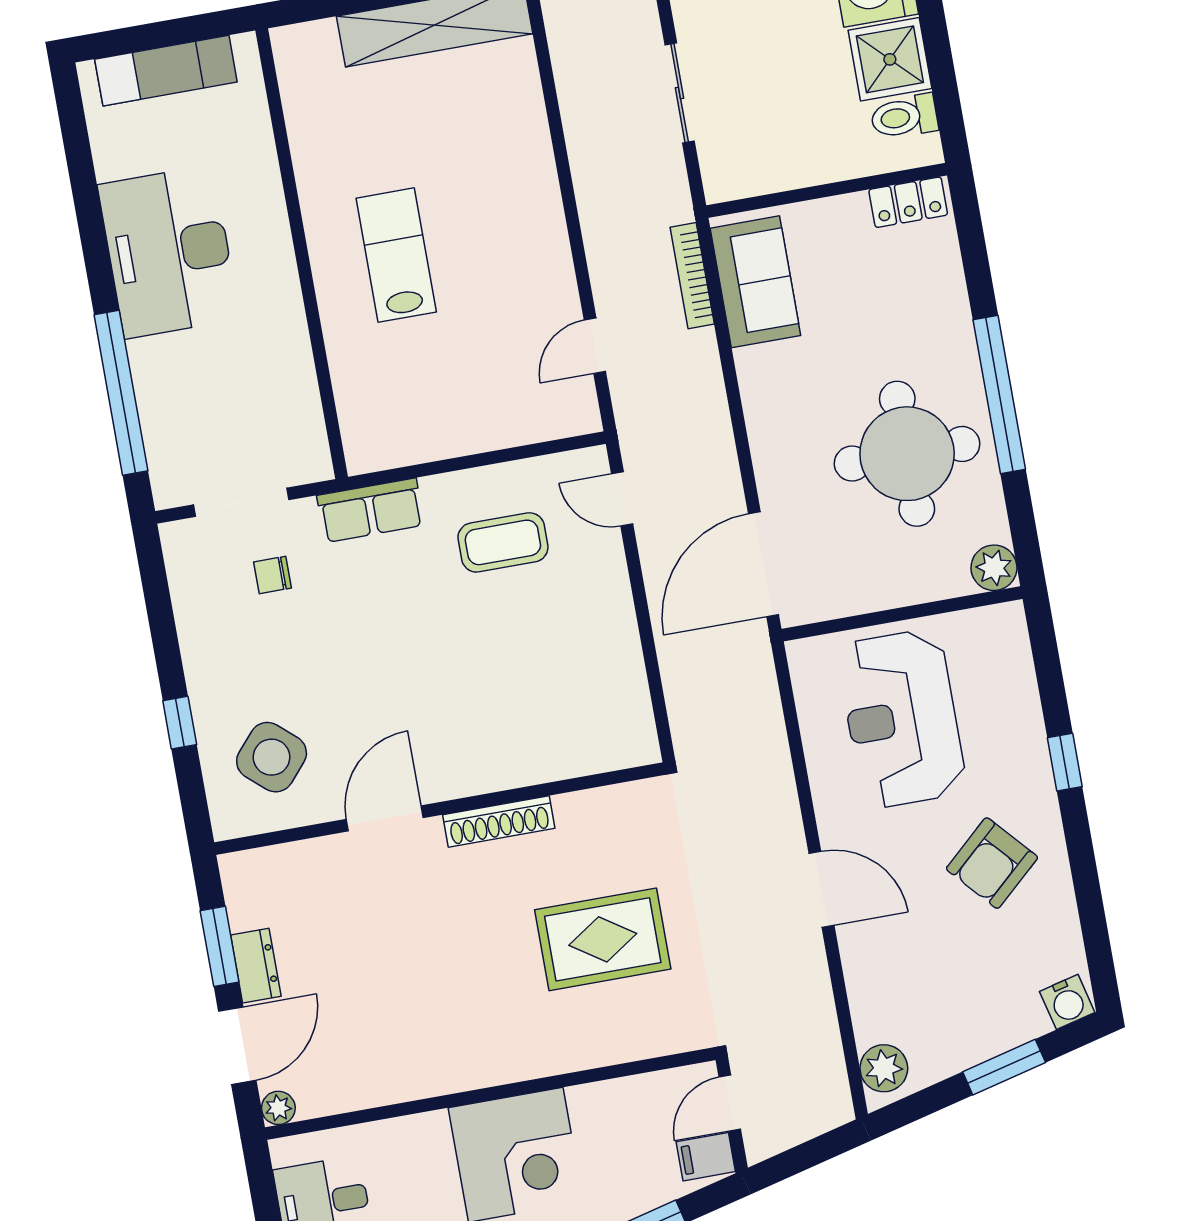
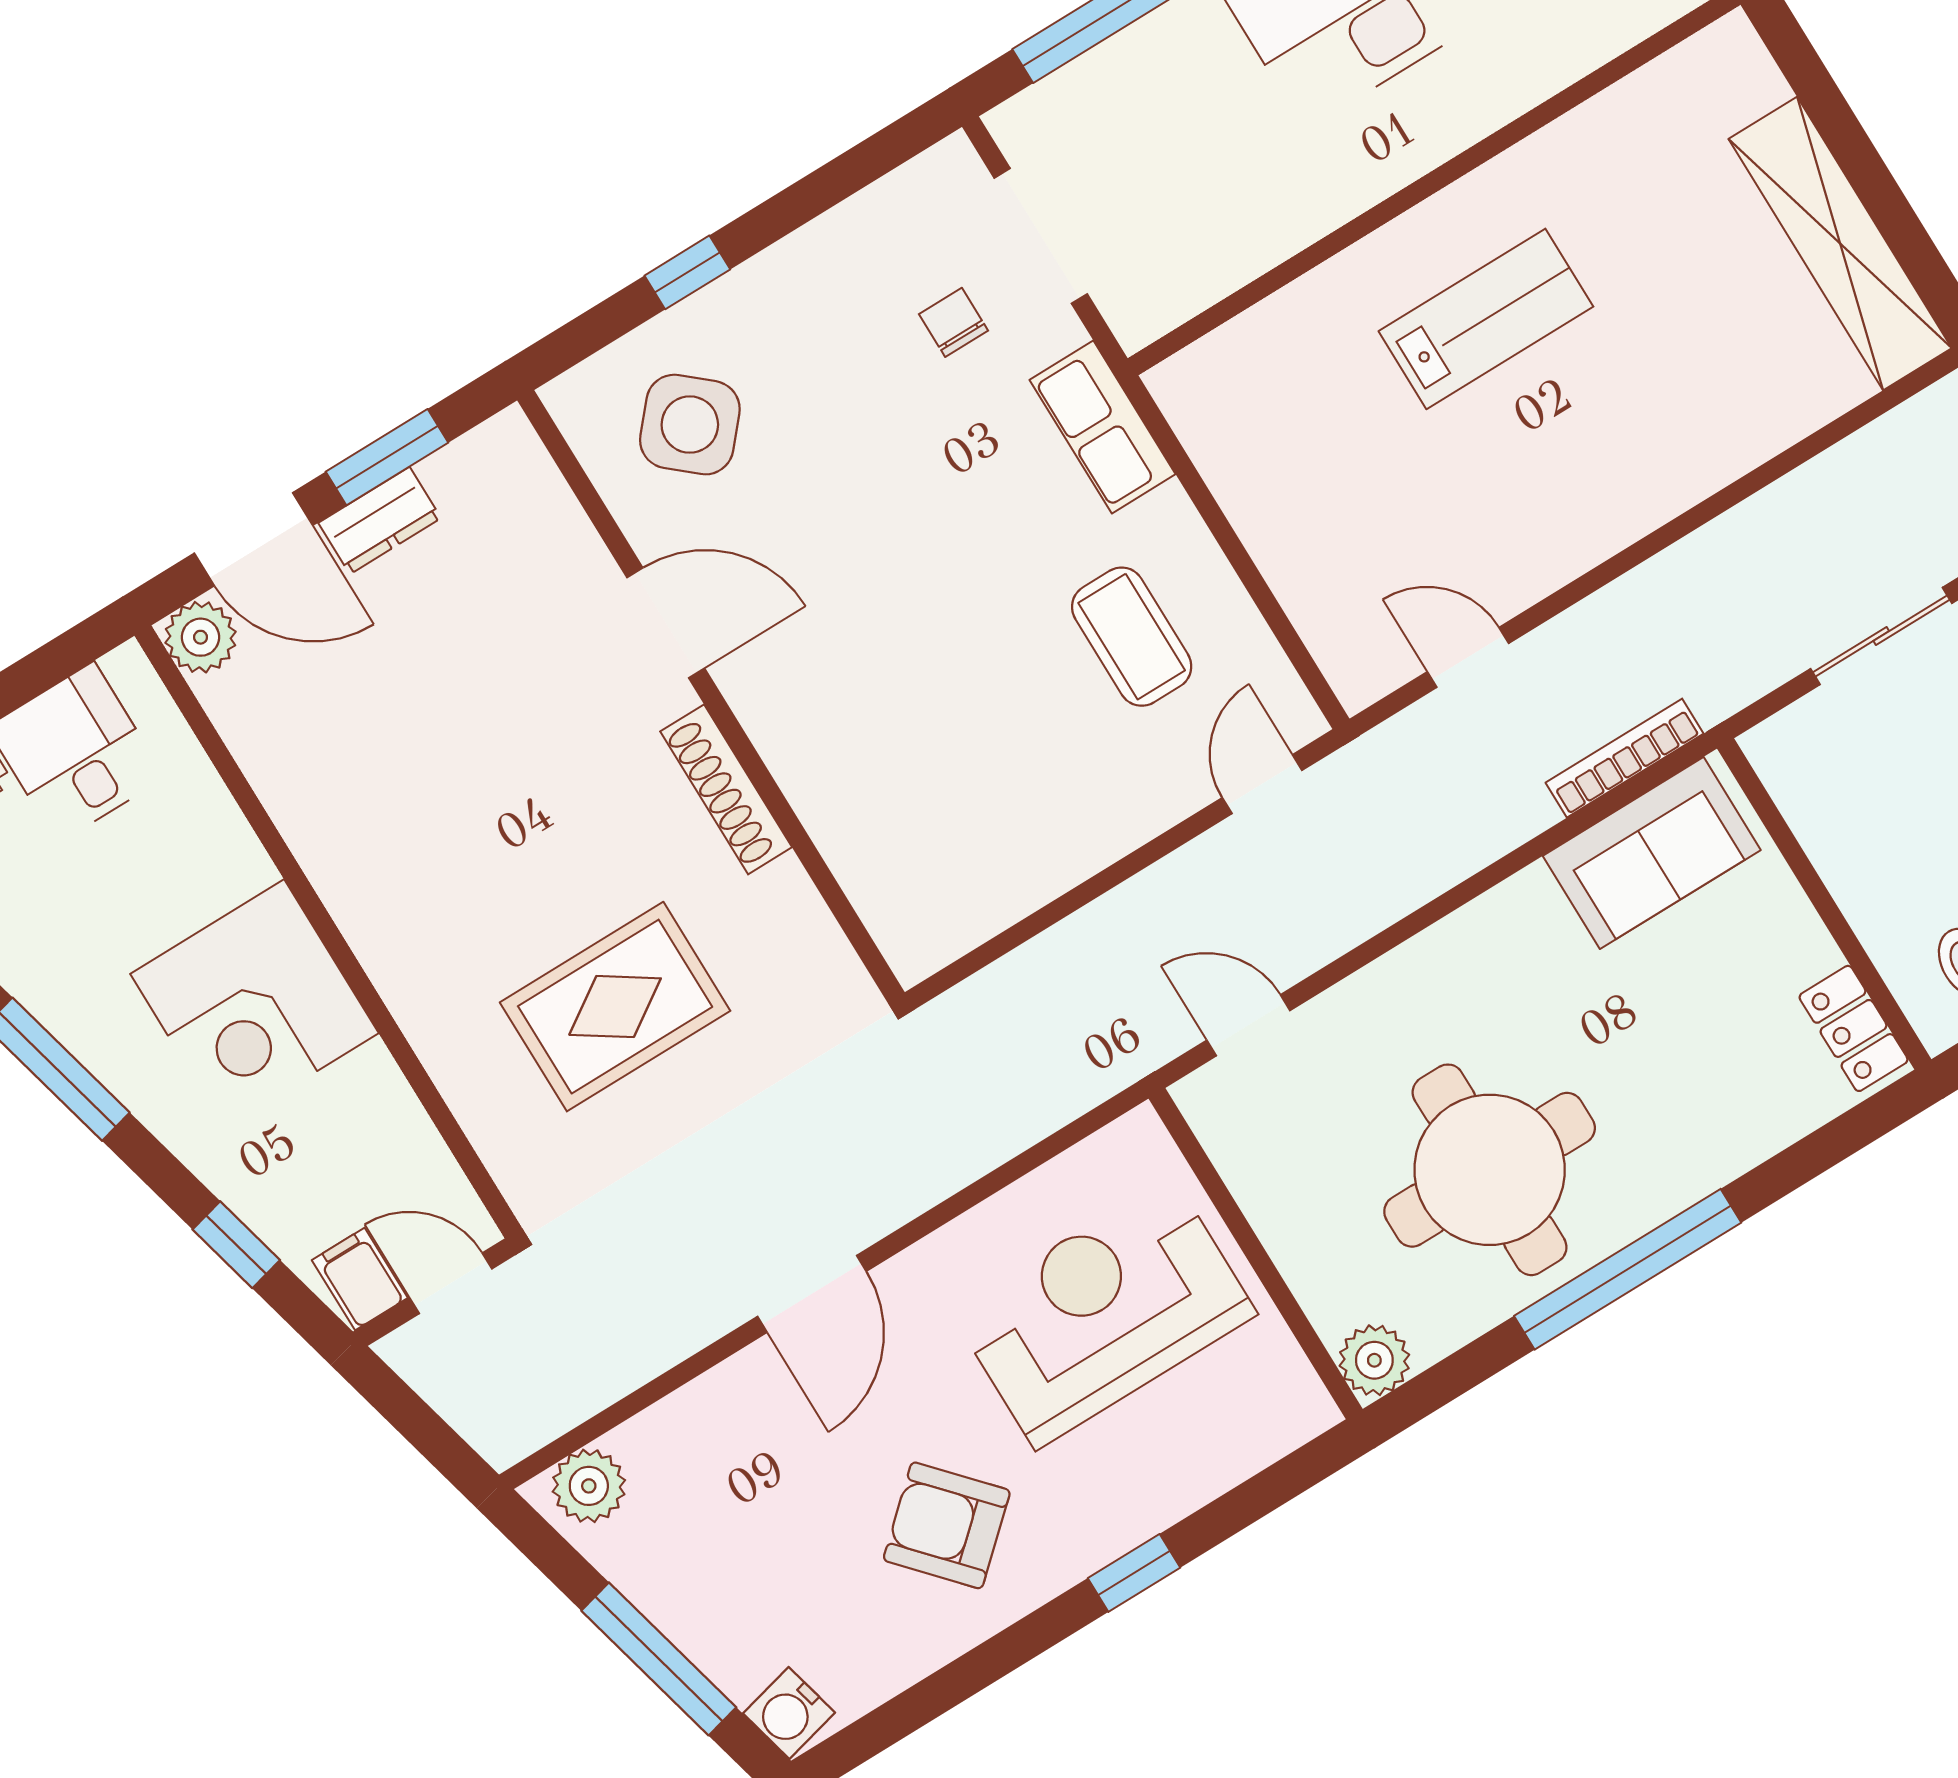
door: (763, 564) -> (1248, 1025), width x0.53
rug: (603, 939) -> (615, 1007), turned 90
window: (1004, 1067) -> (659, 1659), width x1.44
plant: (278, 1108) -> (201, 637), width x1.38, depth x1.38

